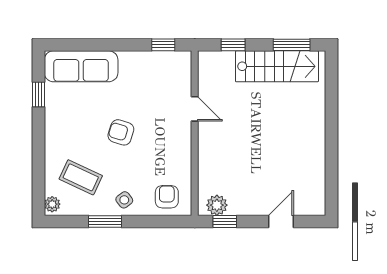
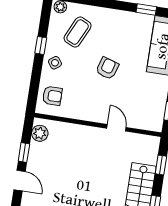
door: (195, 109) -> (116, 128), swing flipped
window: (105, 221) -> (41, 45), width x0.67
window: (225, 221) -> (24, 153), moved

